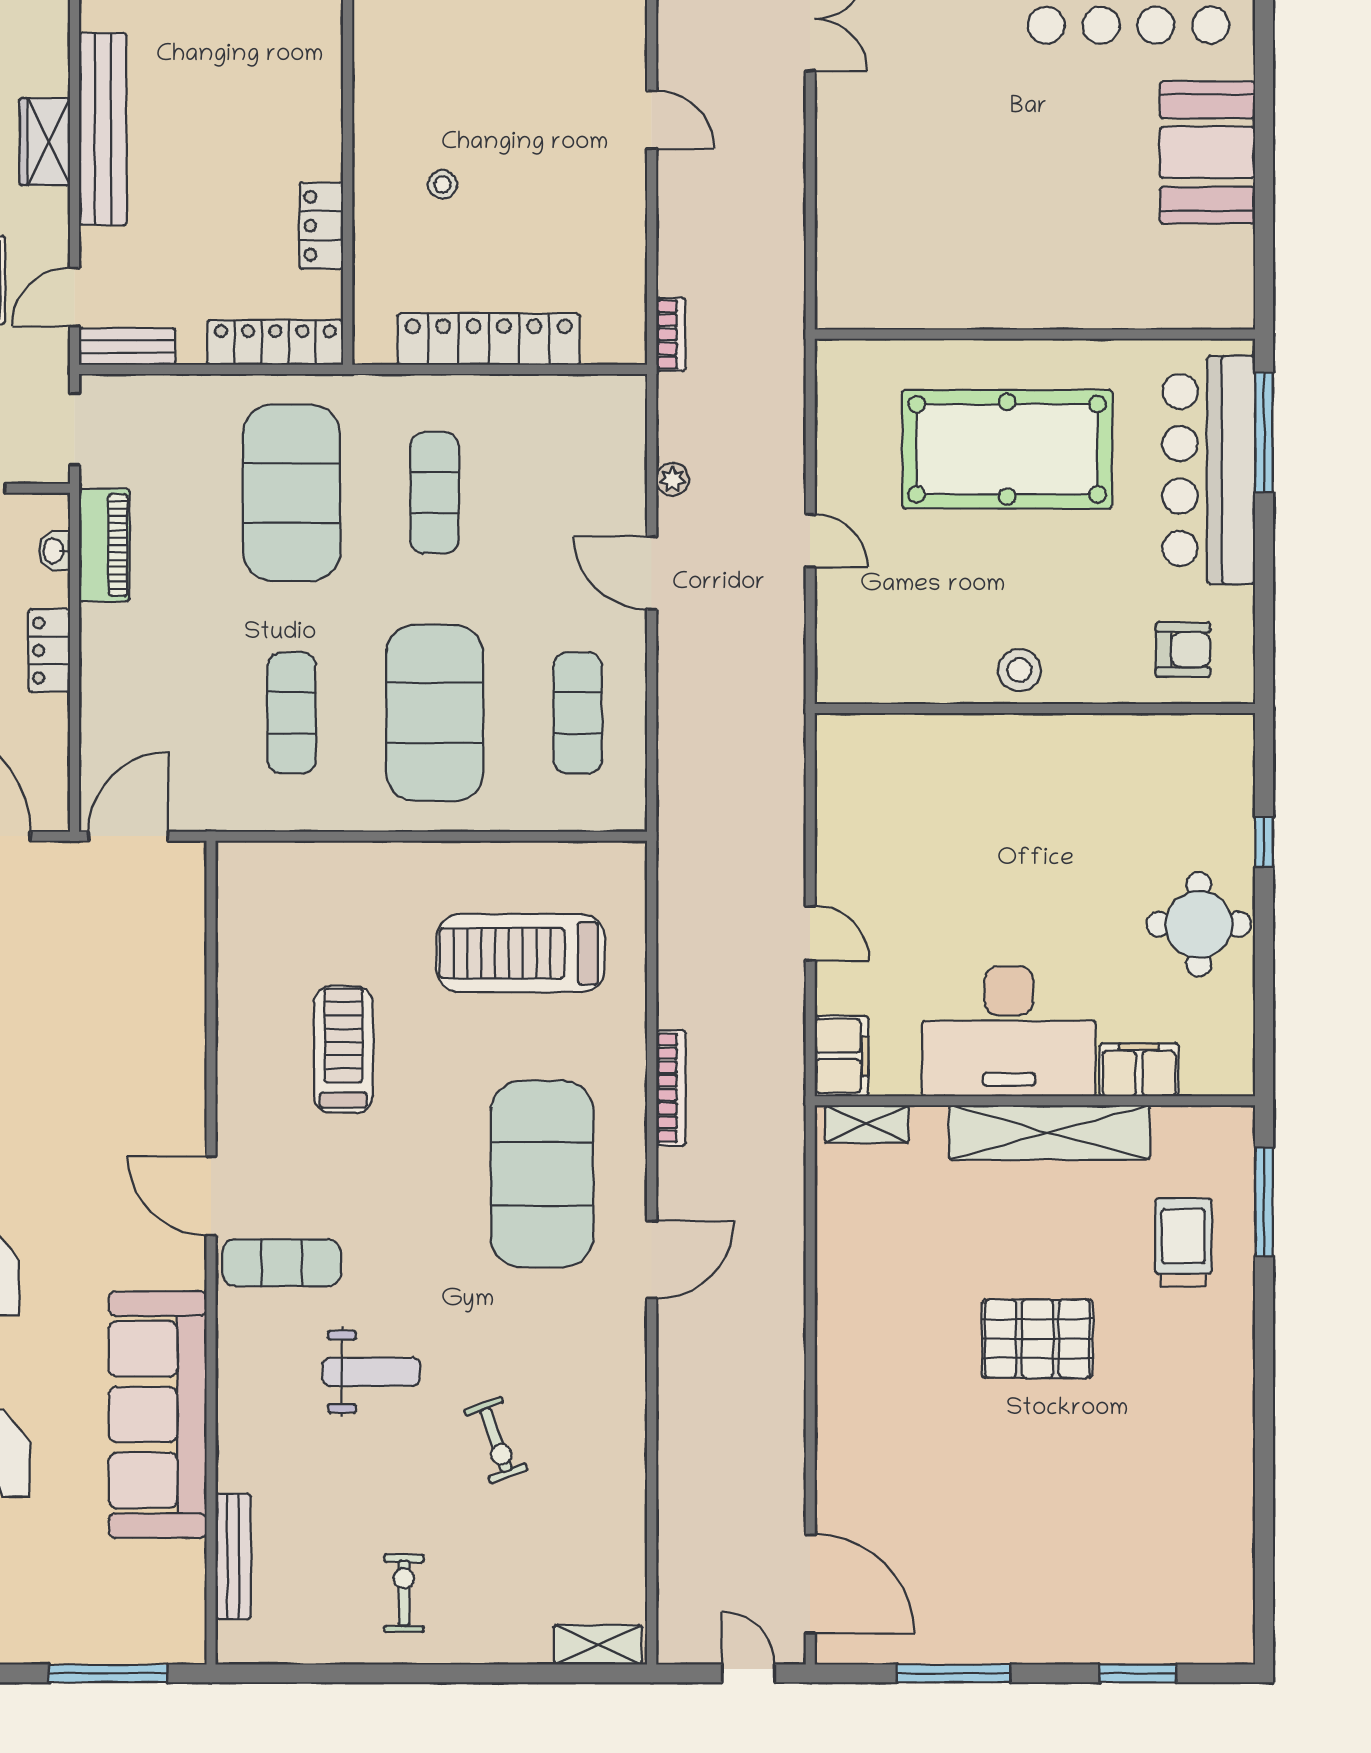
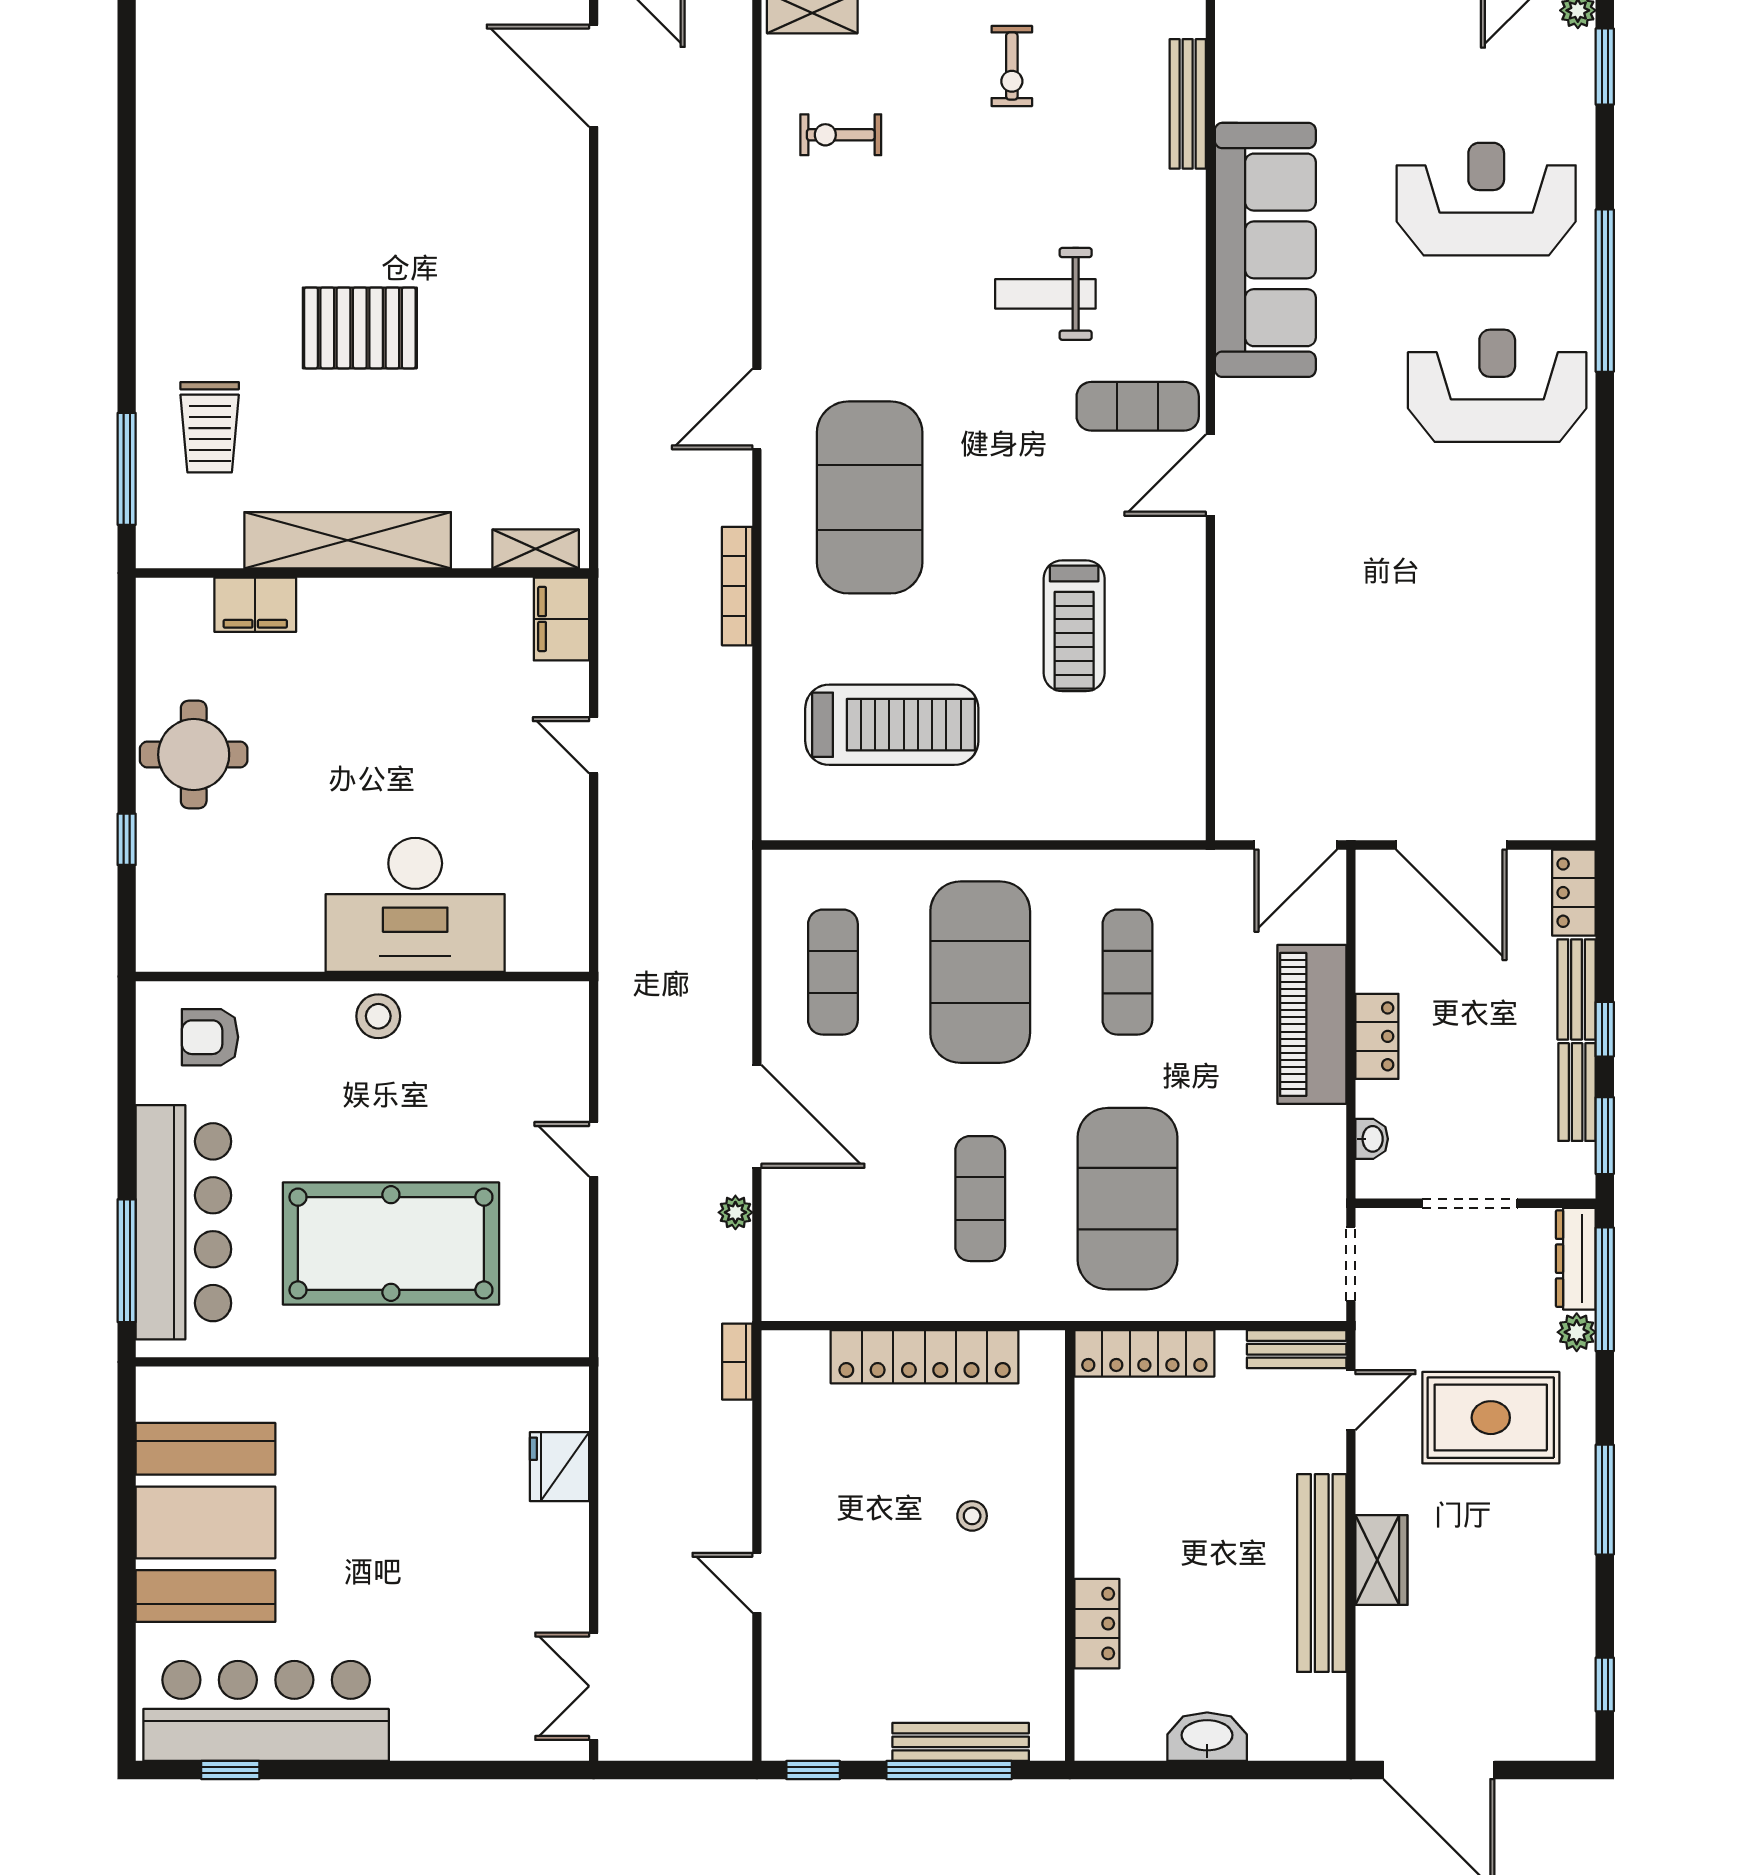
booth: (1208, 153) -> (205, 1522), width x1.36, depth x1.42
locker: (321, 226) -> (1097, 1624), moved
fridge: (843, 232) -> (559, 1467), added
piano: (104, 545) -> (1312, 1024), moved, width x1.37, depth x1.33
door: (652, 573) -> (757, 1116), width x1.36
desk: (1009, 1031) -> (415, 905), moved, turned 180
door: (211, 1196) -> (1210, 475), swing flipped
exercise bike: (496, 1440) -> (841, 135), moved, turned -70

